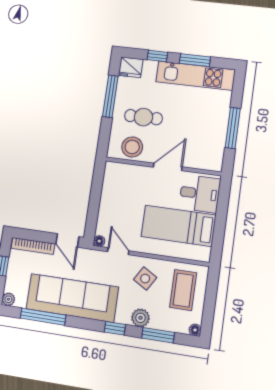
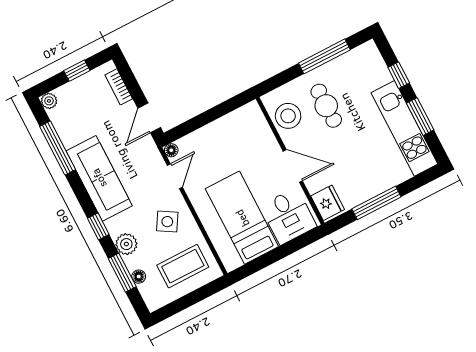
fridge: (131, 67) -> (328, 203), moved, turned 180
bookcase: (33, 246) -> (119, 87), width x0.64
sofa: (72, 298) -> (99, 178), width x0.74, depth x0.79
floor lamp: (195, 330) -> (139, 277), moved

